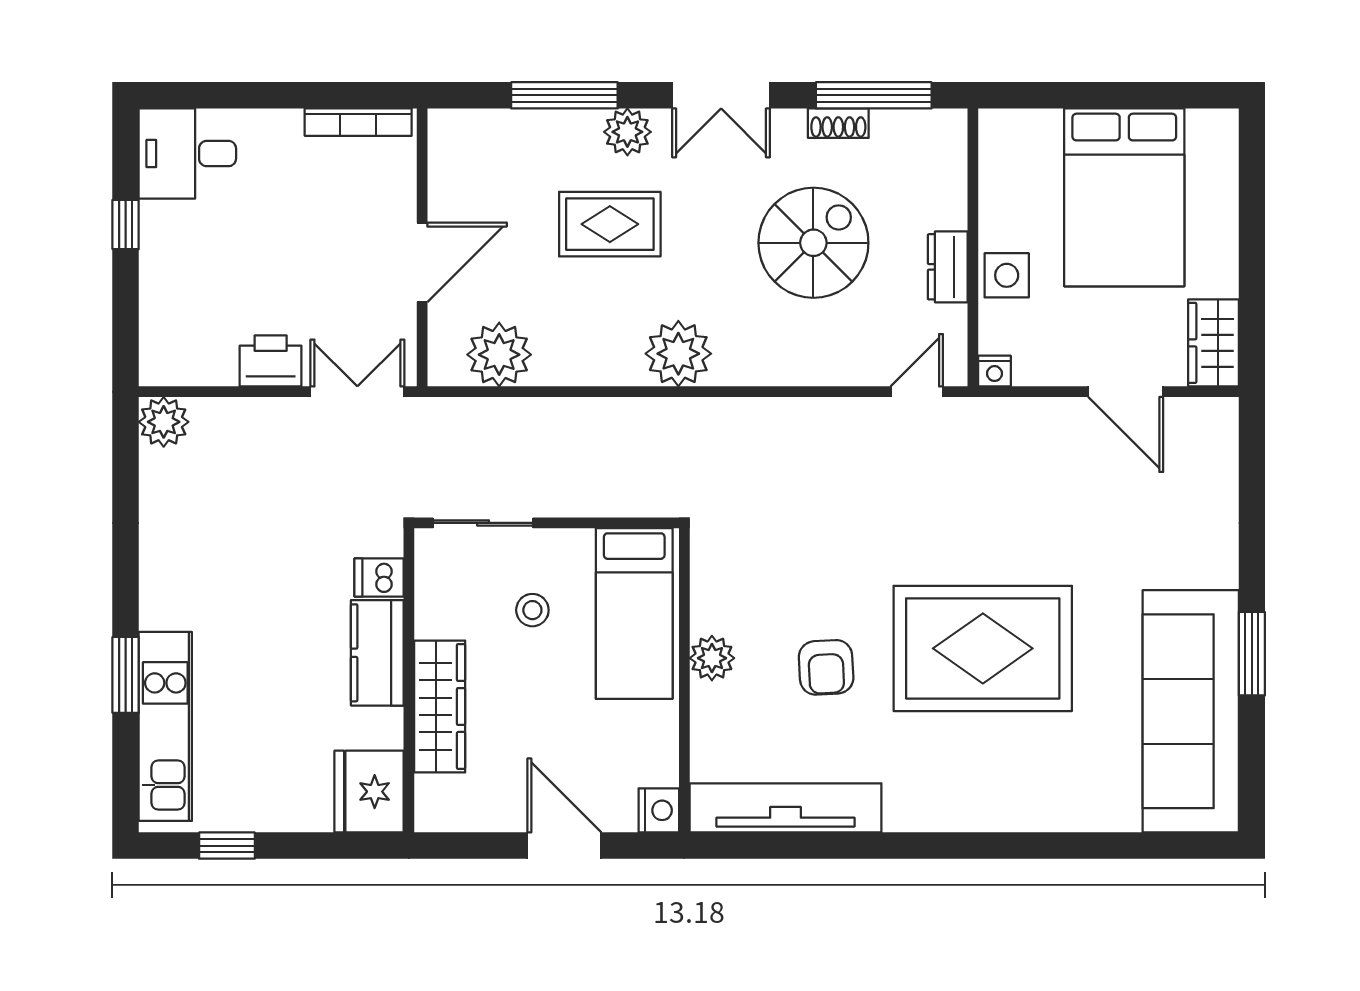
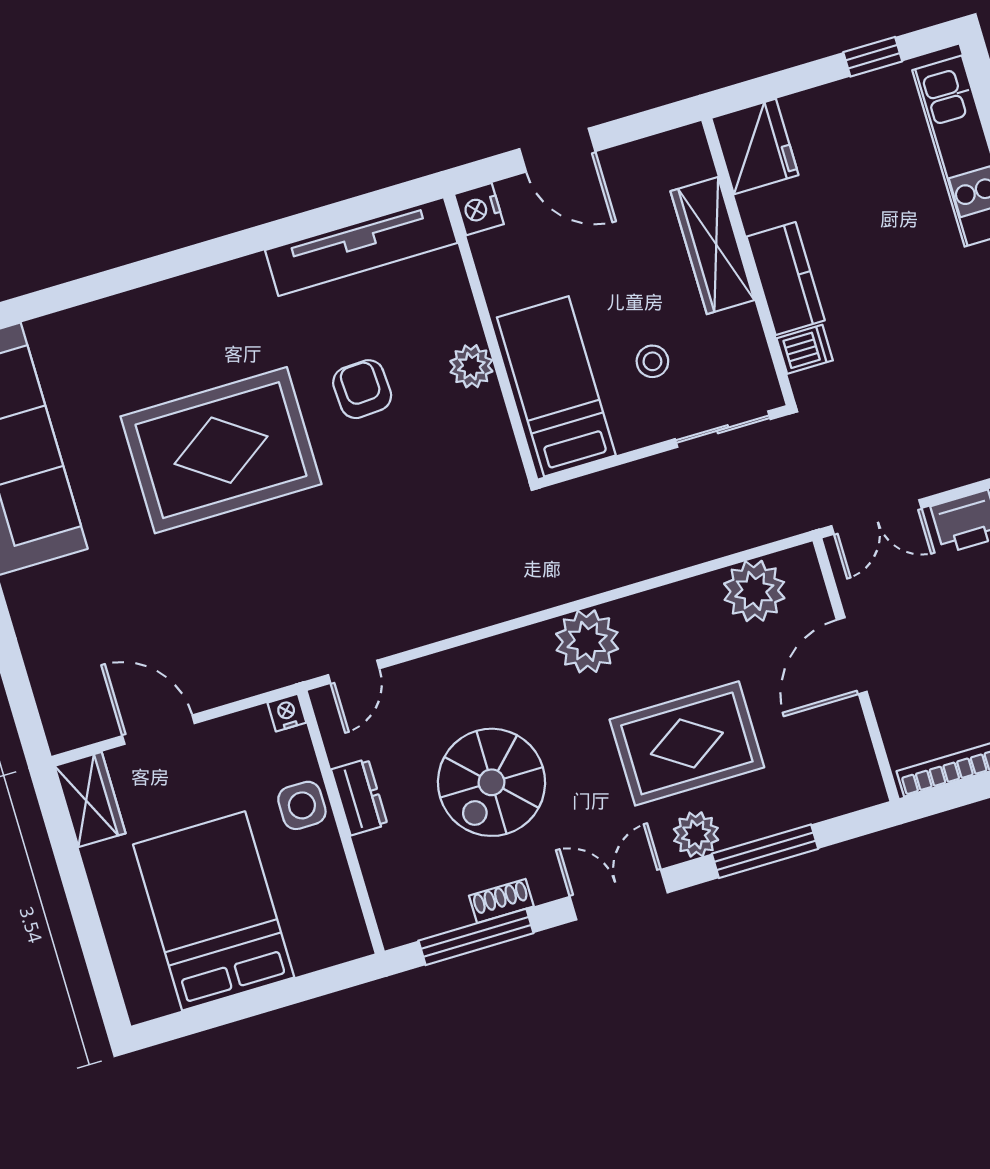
rug: (610, 224) -> (687, 743), width x1.36, depth x1.43

